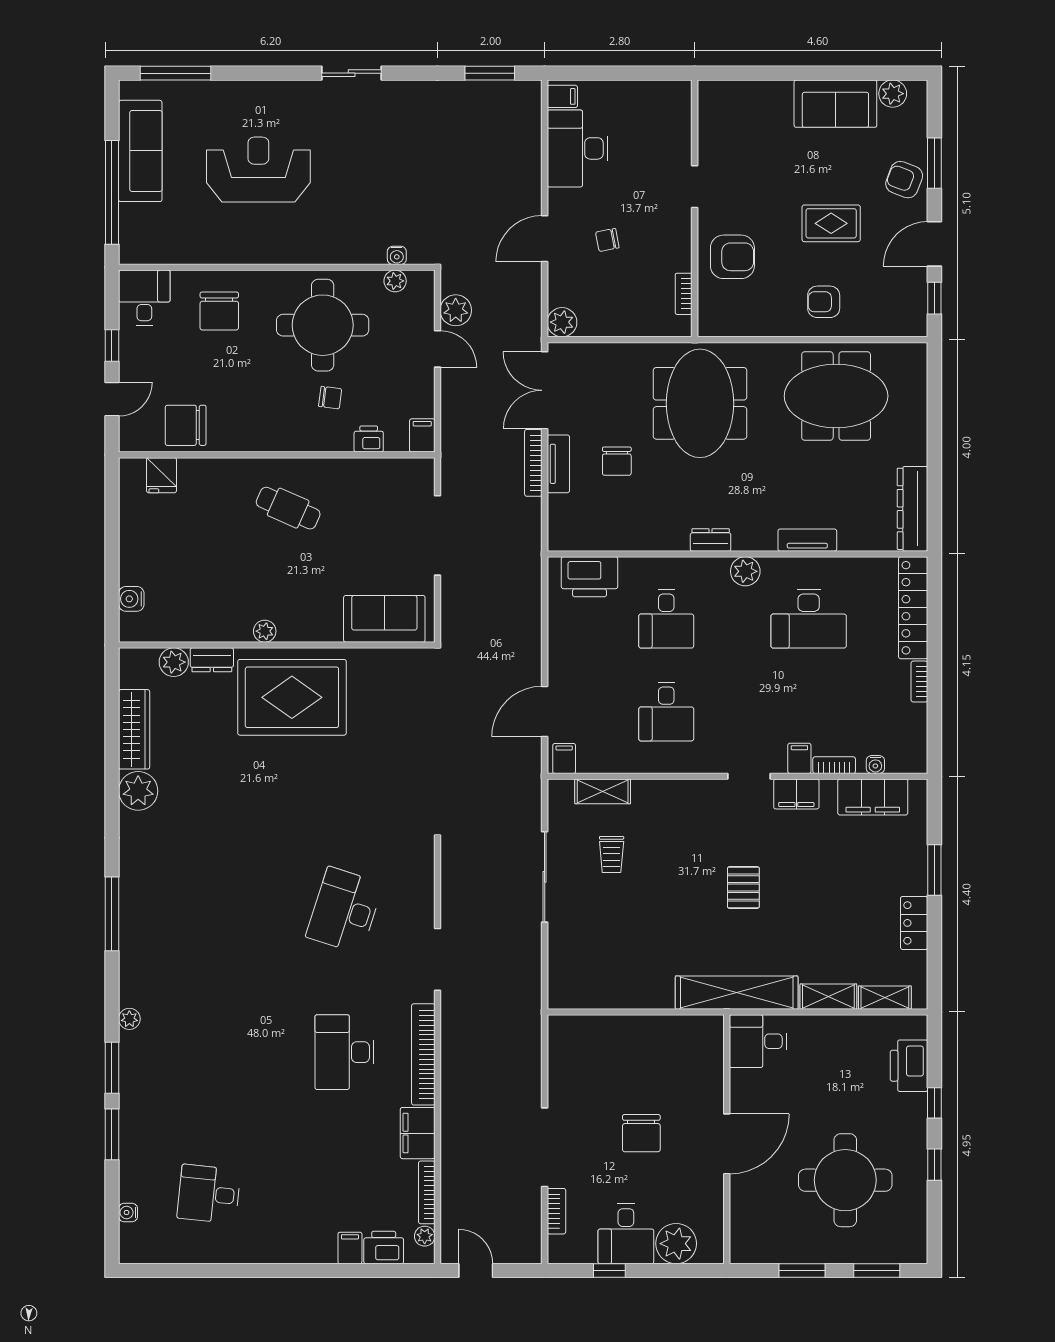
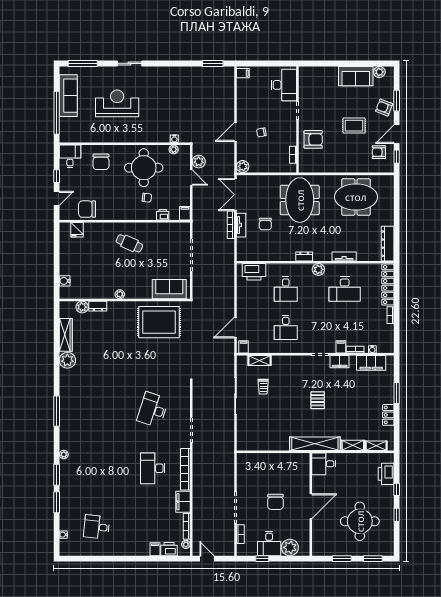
sliding door: (352, 73) -> (129, 63), moved
desk: (578, 148) -> (284, 85), moved, turned 180
armchair: (824, 302) -> (379, 152), moved
rug: (292, 697) -> (159, 322), moved

